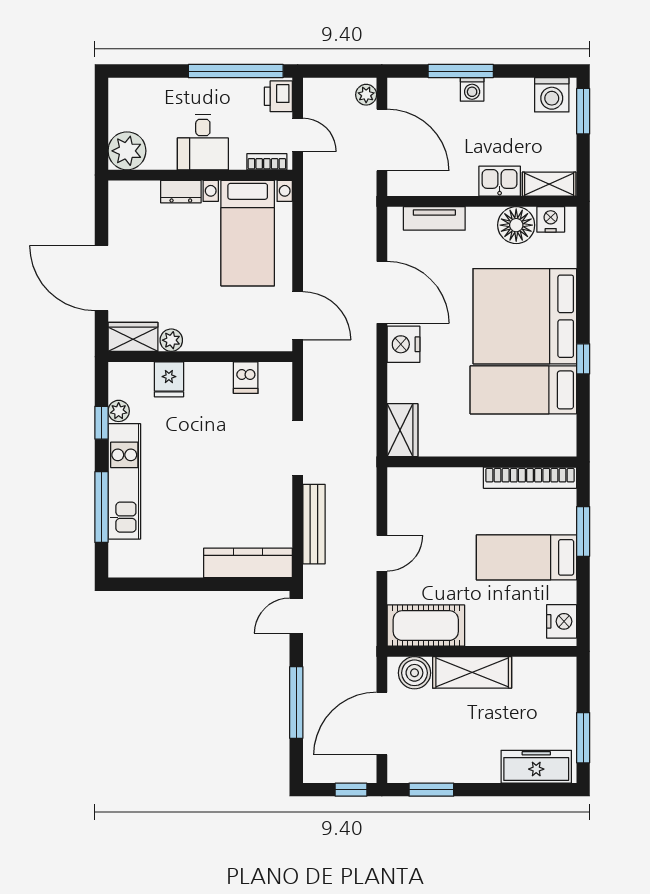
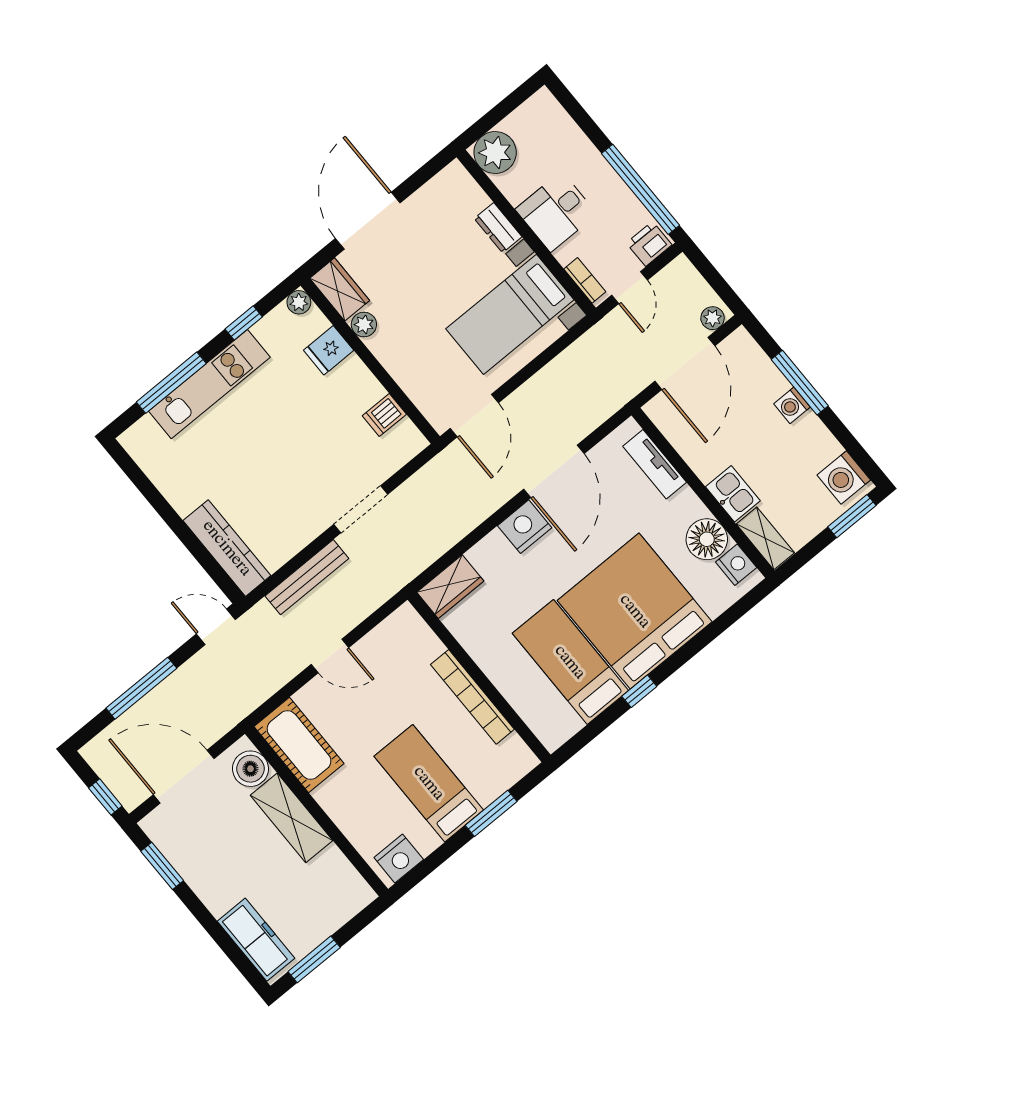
plant: (119, 411) -> (299, 302), moved
bookcase: (530, 478) -> (472, 697), moved

